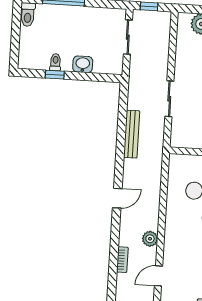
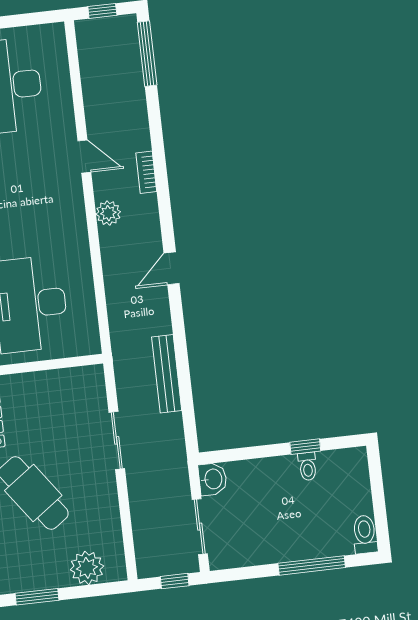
washbasin: (83, 64) -> (213, 479), moved, turned -90
door: (159, 276) -> (84, 157), hinge flipped

